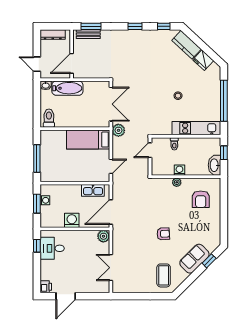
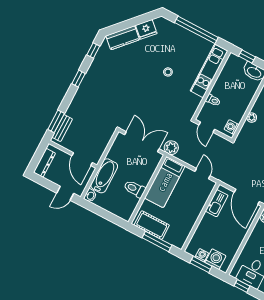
toilet: (49, 118) -> (135, 189), moved
cot: (48, 147) -> (152, 225), added
washing machine: (179, 170) -> (232, 127), moved
washing machine: (72, 220) -> (215, 259), moved, turned 90

